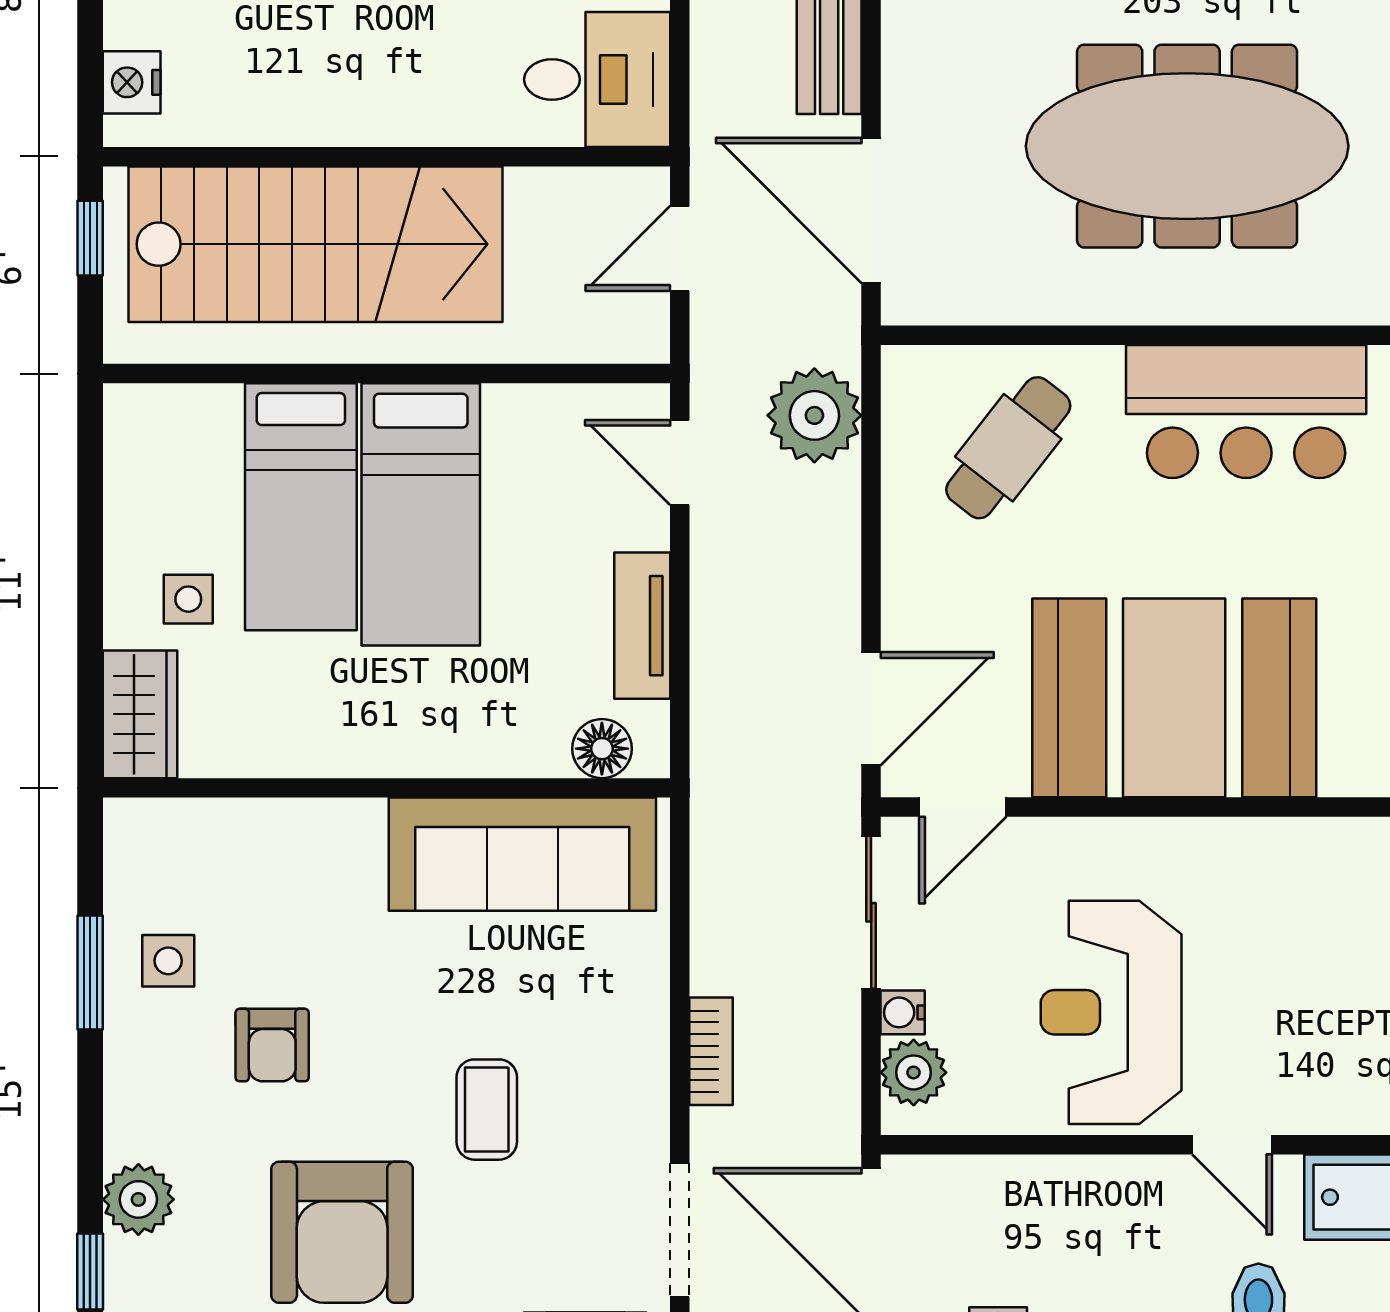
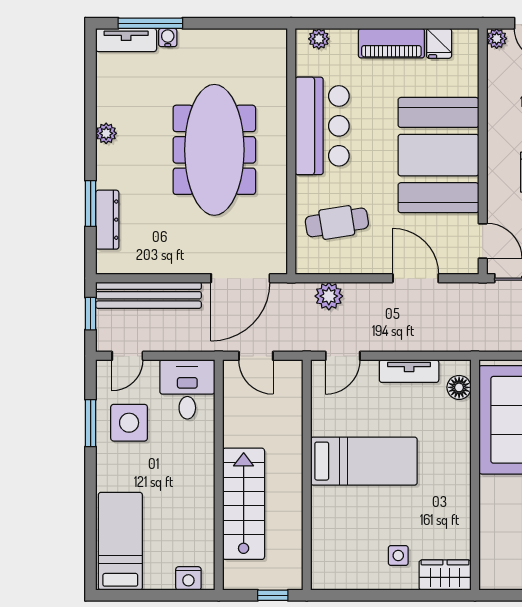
window: (90, 238) -> (273, 595), moved
stairs: (316, 244) -> (244, 504), width x0.73, depth x0.66
plant: (814, 415) -> (329, 296), width x0.73, depth x0.73
cafe table: (1008, 448) -> (337, 222), turned -47
bed: (301, 507) -> (361, 510), removed
door: (871, 709) -> (416, 278), moved

